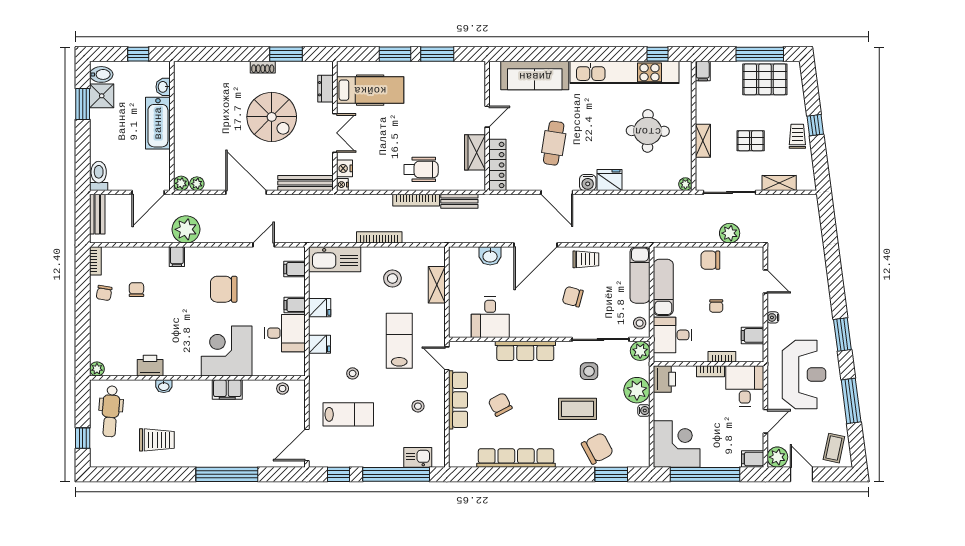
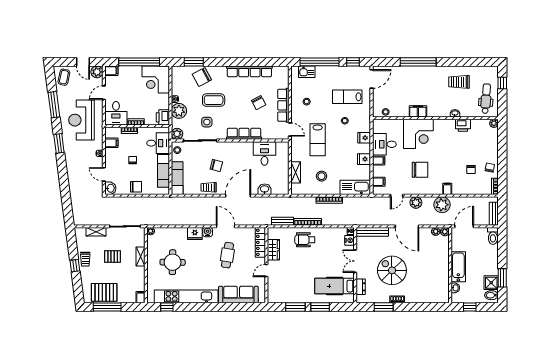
plant: (730, 233) -> (416, 203), moved
washbasin: (754, 258) -> (110, 188), added

